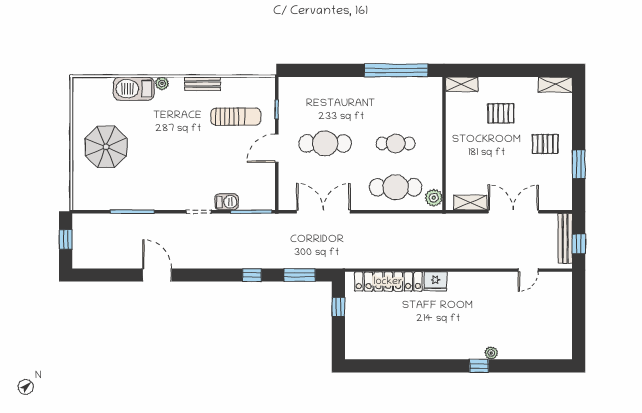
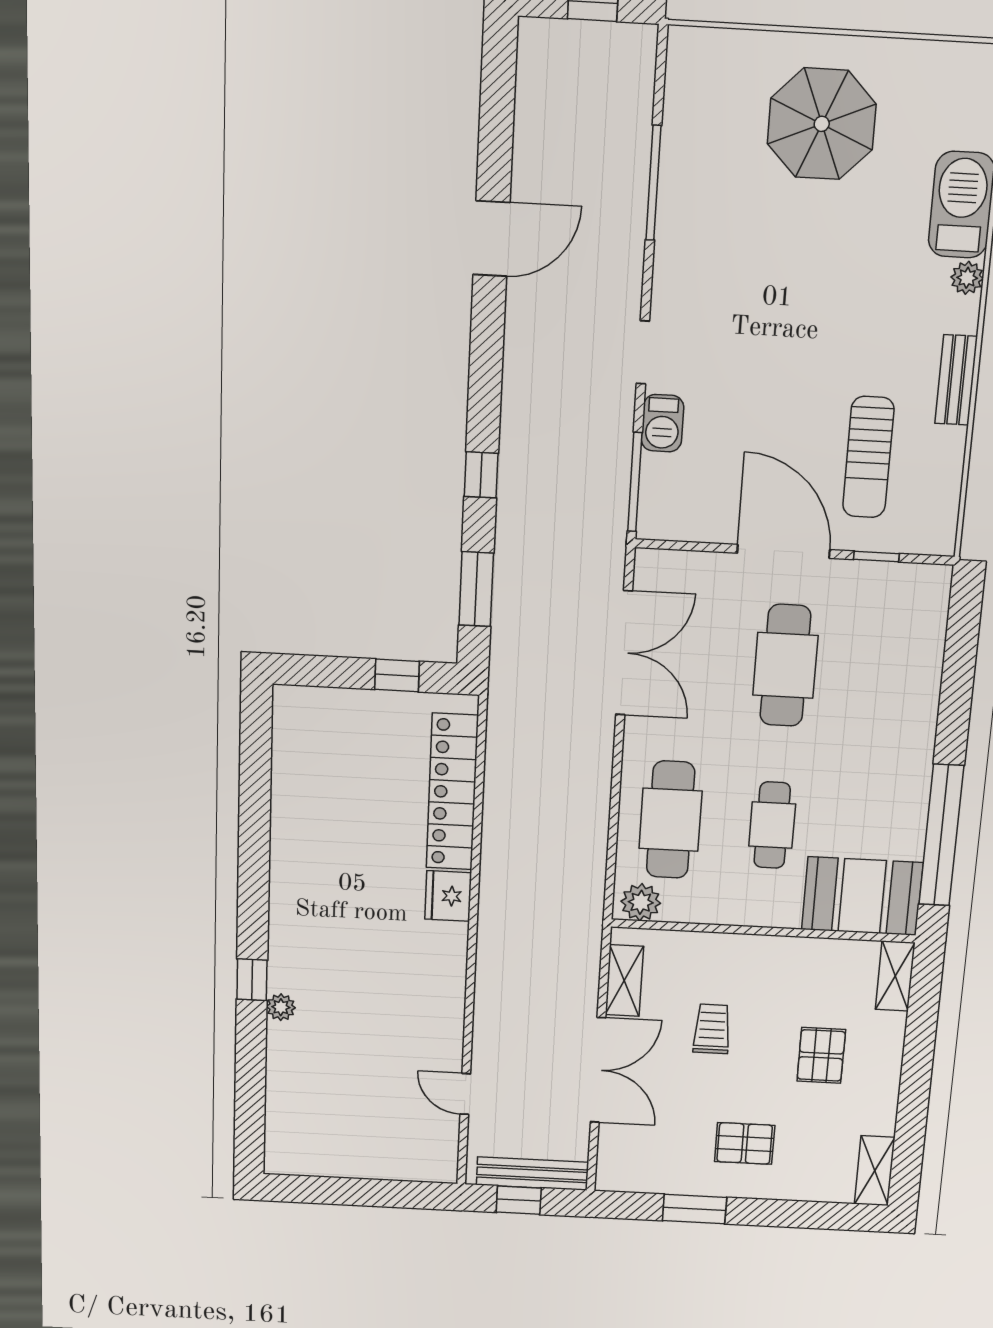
booth: (426, 102) -> (862, 896), added
pallet: (545, 144) -> (745, 1143), turned 90
door: (277, 148) -> (783, 551), width x1.36
trolley: (491, 163) -> (712, 1029), added

